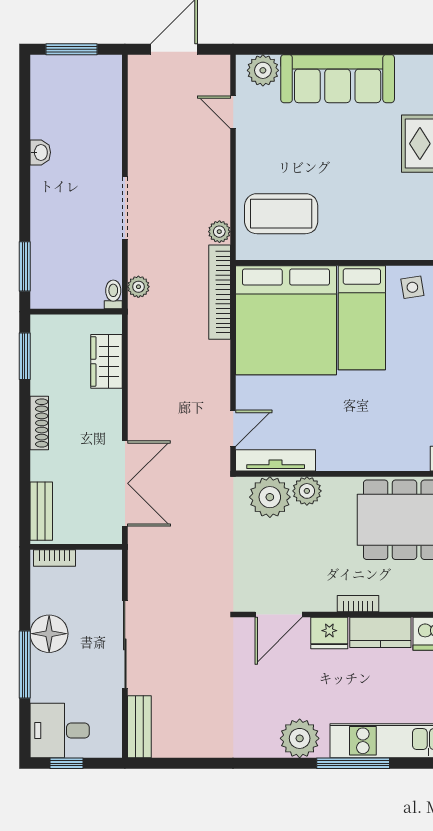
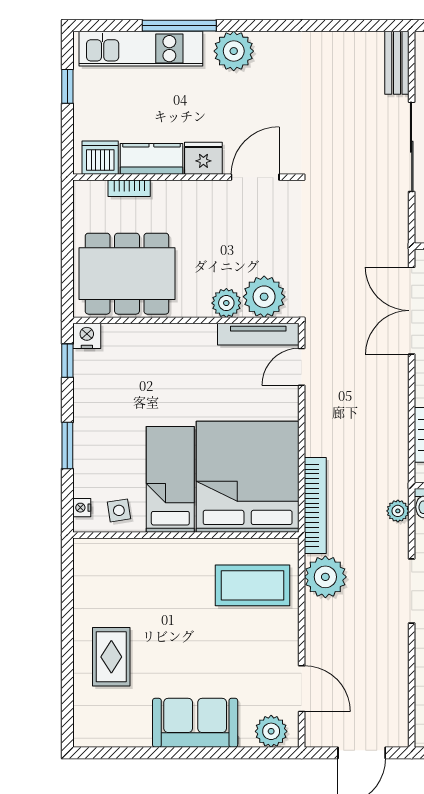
sofa: (338, 79) -> (195, 723), width x0.73
door: (233, 112) -> (302, 689), width x1.37
plant: (219, 232) -> (325, 577), width x1.88, depth x1.88
bookcase: (358, 604) -> (129, 188), moved

